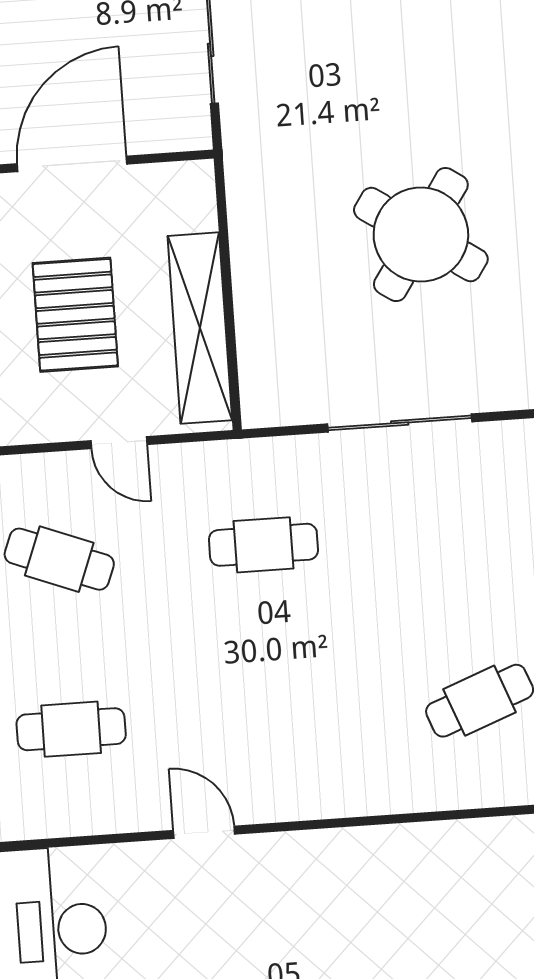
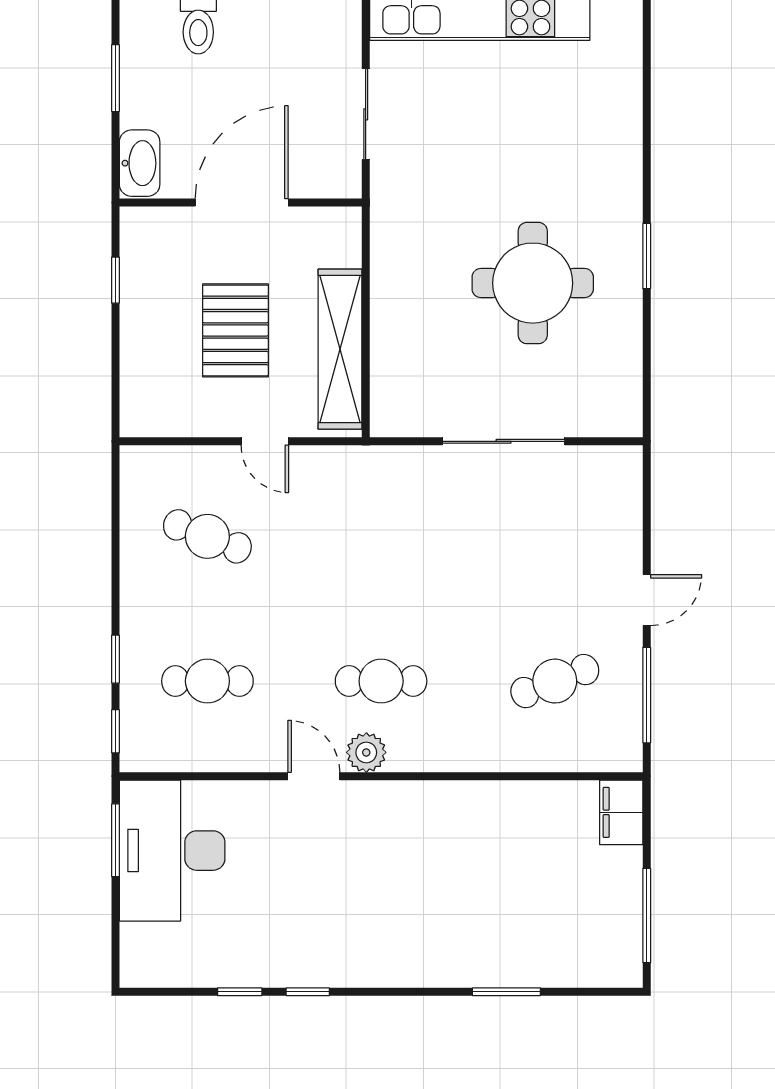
round table: (421, 235) -> (533, 283), turned -34
cafe table: (263, 545) -> (381, 681), moved
plant: (264, 800) -> (366, 752), added

